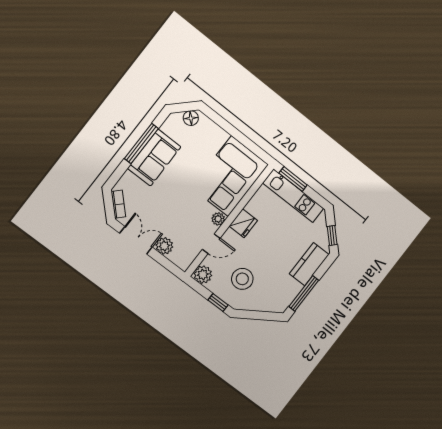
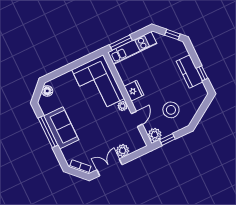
kitchen counter: (309, 264) -> (190, 71), moved
window: (304, 293) -> (202, 73), width x0.46
window: (218, 302) -> (167, 139), moved

